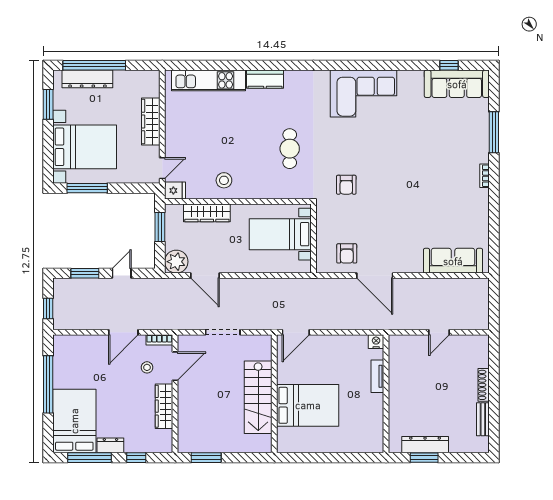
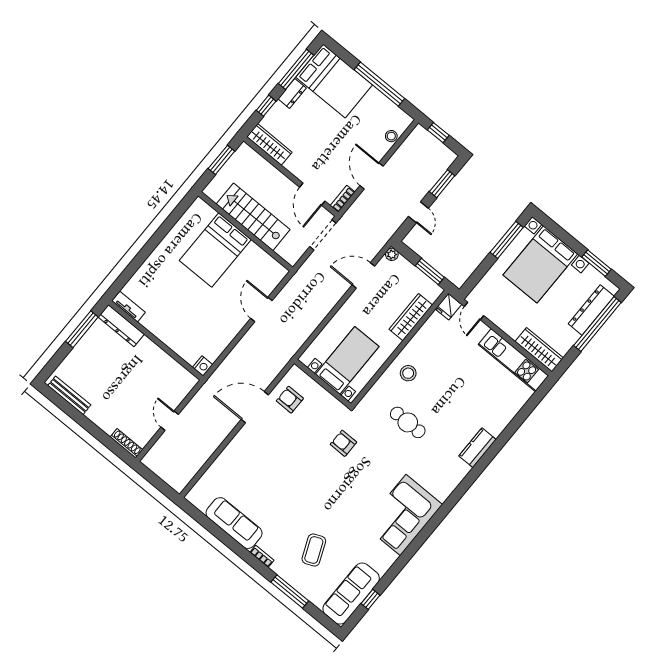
kitchen unit: (209, 80) -> (513, 360), moved, turned -90
wardrobe: (151, 121) -> (539, 350), moved
coffee table: (447, 140) -> (314, 550), added
stool: (224, 180) -> (408, 373), moved
sofa: (453, 261) -> (234, 523), moved, turned -90
plant: (176, 262) -> (392, 254), width x0.53, depth x0.53
doorway: (223, 332) -> (323, 235), moved
stool: (147, 367) -> (391, 136), moved
tv unit: (377, 376) -> (129, 307), moved
shoe rack: (484, 385) -> (126, 443), moved
wall: (274, 394) -> (246, 232), moved
stairs: (258, 397) -> (253, 217), moved
bed: (308, 405) -> (215, 250), moved
wardrobe: (164, 406) -> (269, 144), moved
bench: (483, 419) -> (69, 395), width x1.36
dresser: (425, 445) -> (121, 326), moved, turned 90
window: (424, 458) -> (82, 329), width x1.44

